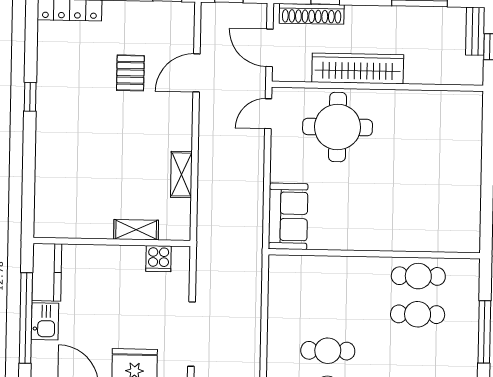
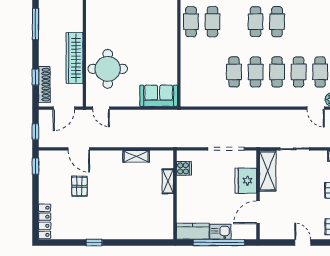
pallet: (130, 73) -> (79, 186), turned 90

